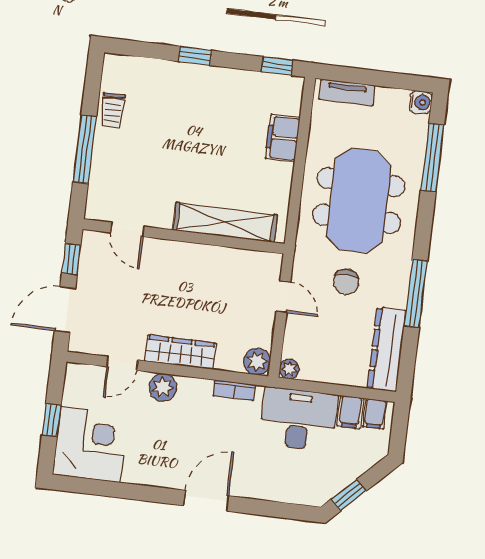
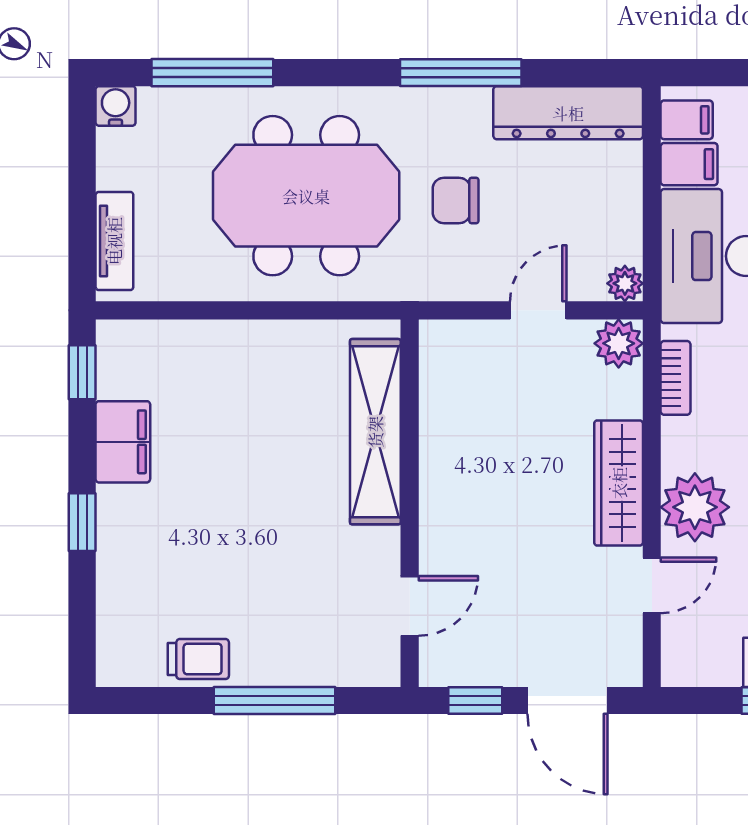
filing cabinet: (283, 138) -> (123, 442), moved, turned -90
chair: (346, 282) -> (456, 201), turned 180
door: (283, 297) -> (538, 310), moved
door: (122, 363) -> (652, 585), hinge flipped
plant: (163, 387) -> (695, 507), width x1.36, depth x1.36

